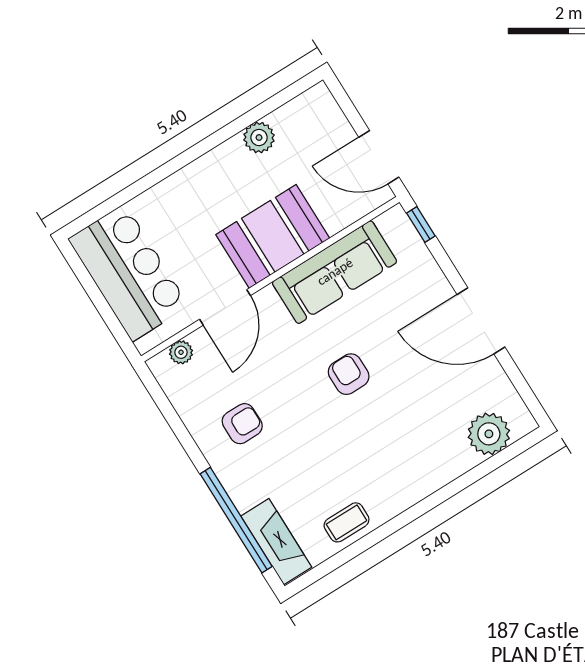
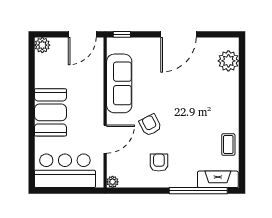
plant: (259, 138) -> (42, 45), moved
booth: (273, 236) -> (50, 112), moved
door: (225, 307) -> (105, 139), hinge flipped
plant: (181, 352) -> (113, 182), moved
armchair: (349, 374) -> (150, 125), moved, turned 63

